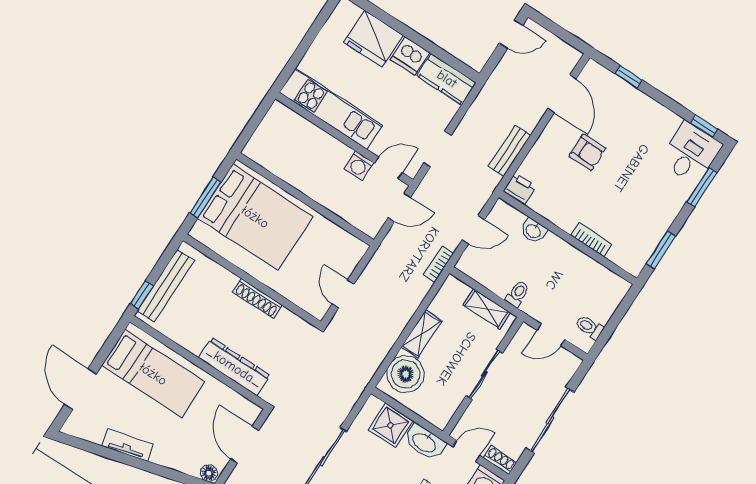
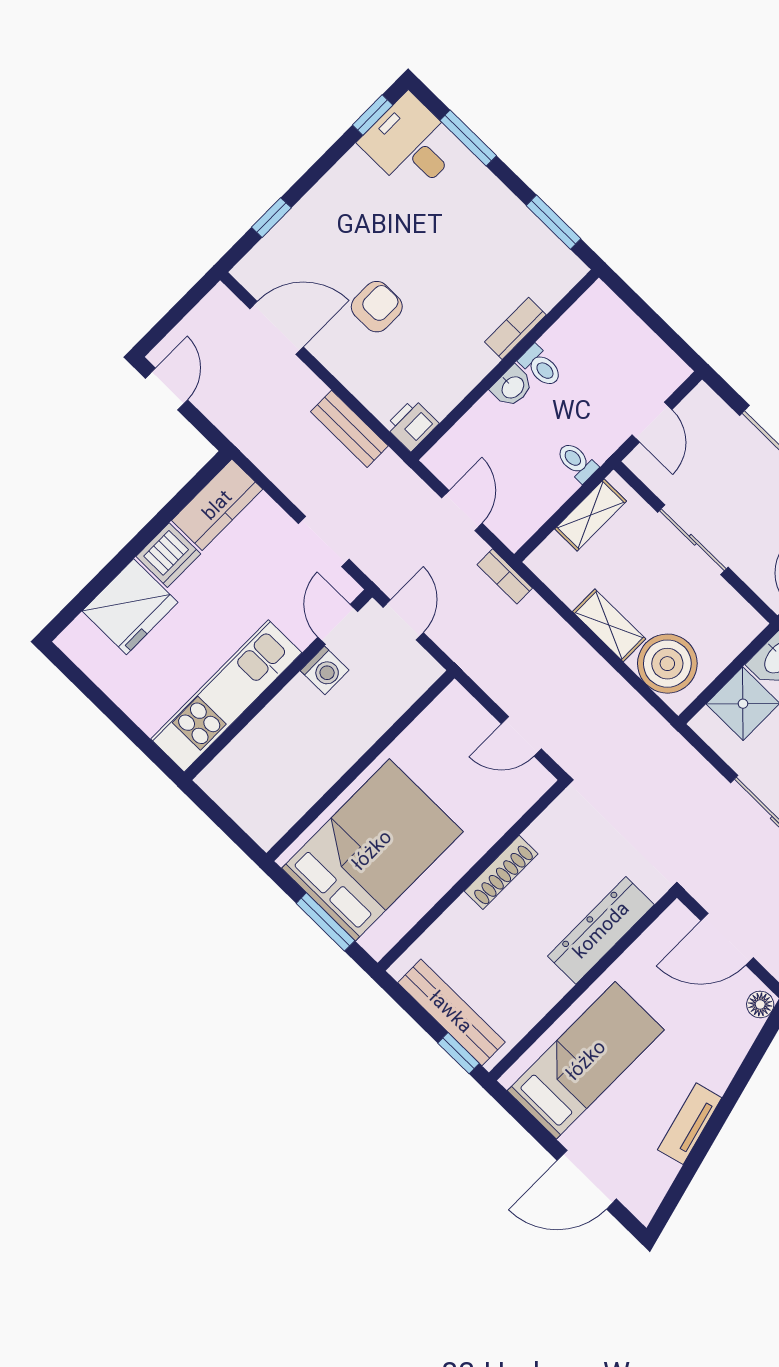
washbasin: (533, 231) -> (512, 387), moved
toilet: (589, 327) -> (541, 366), moved, turned -90

